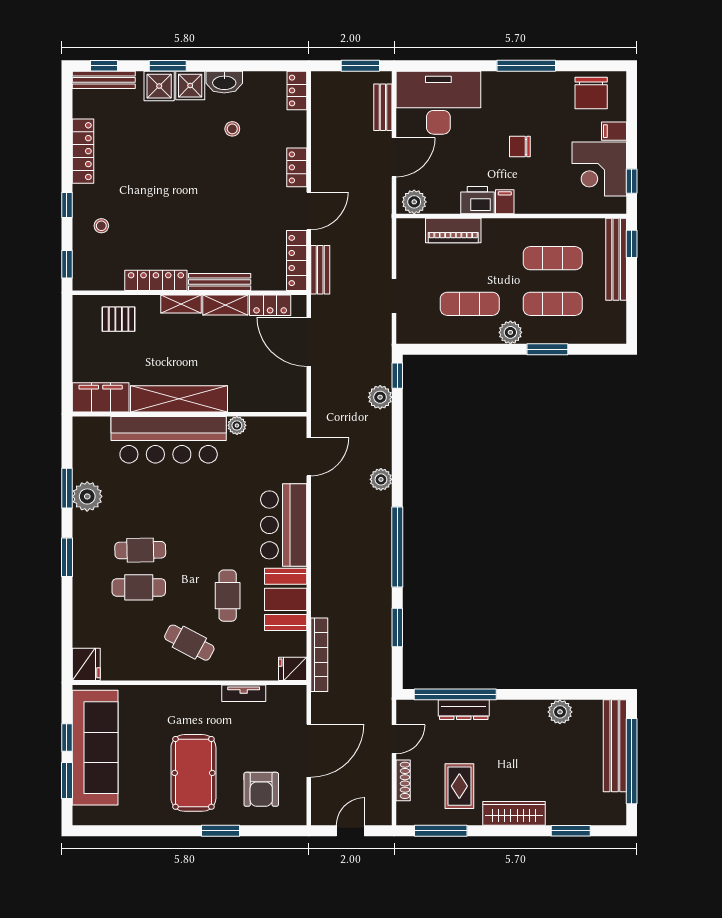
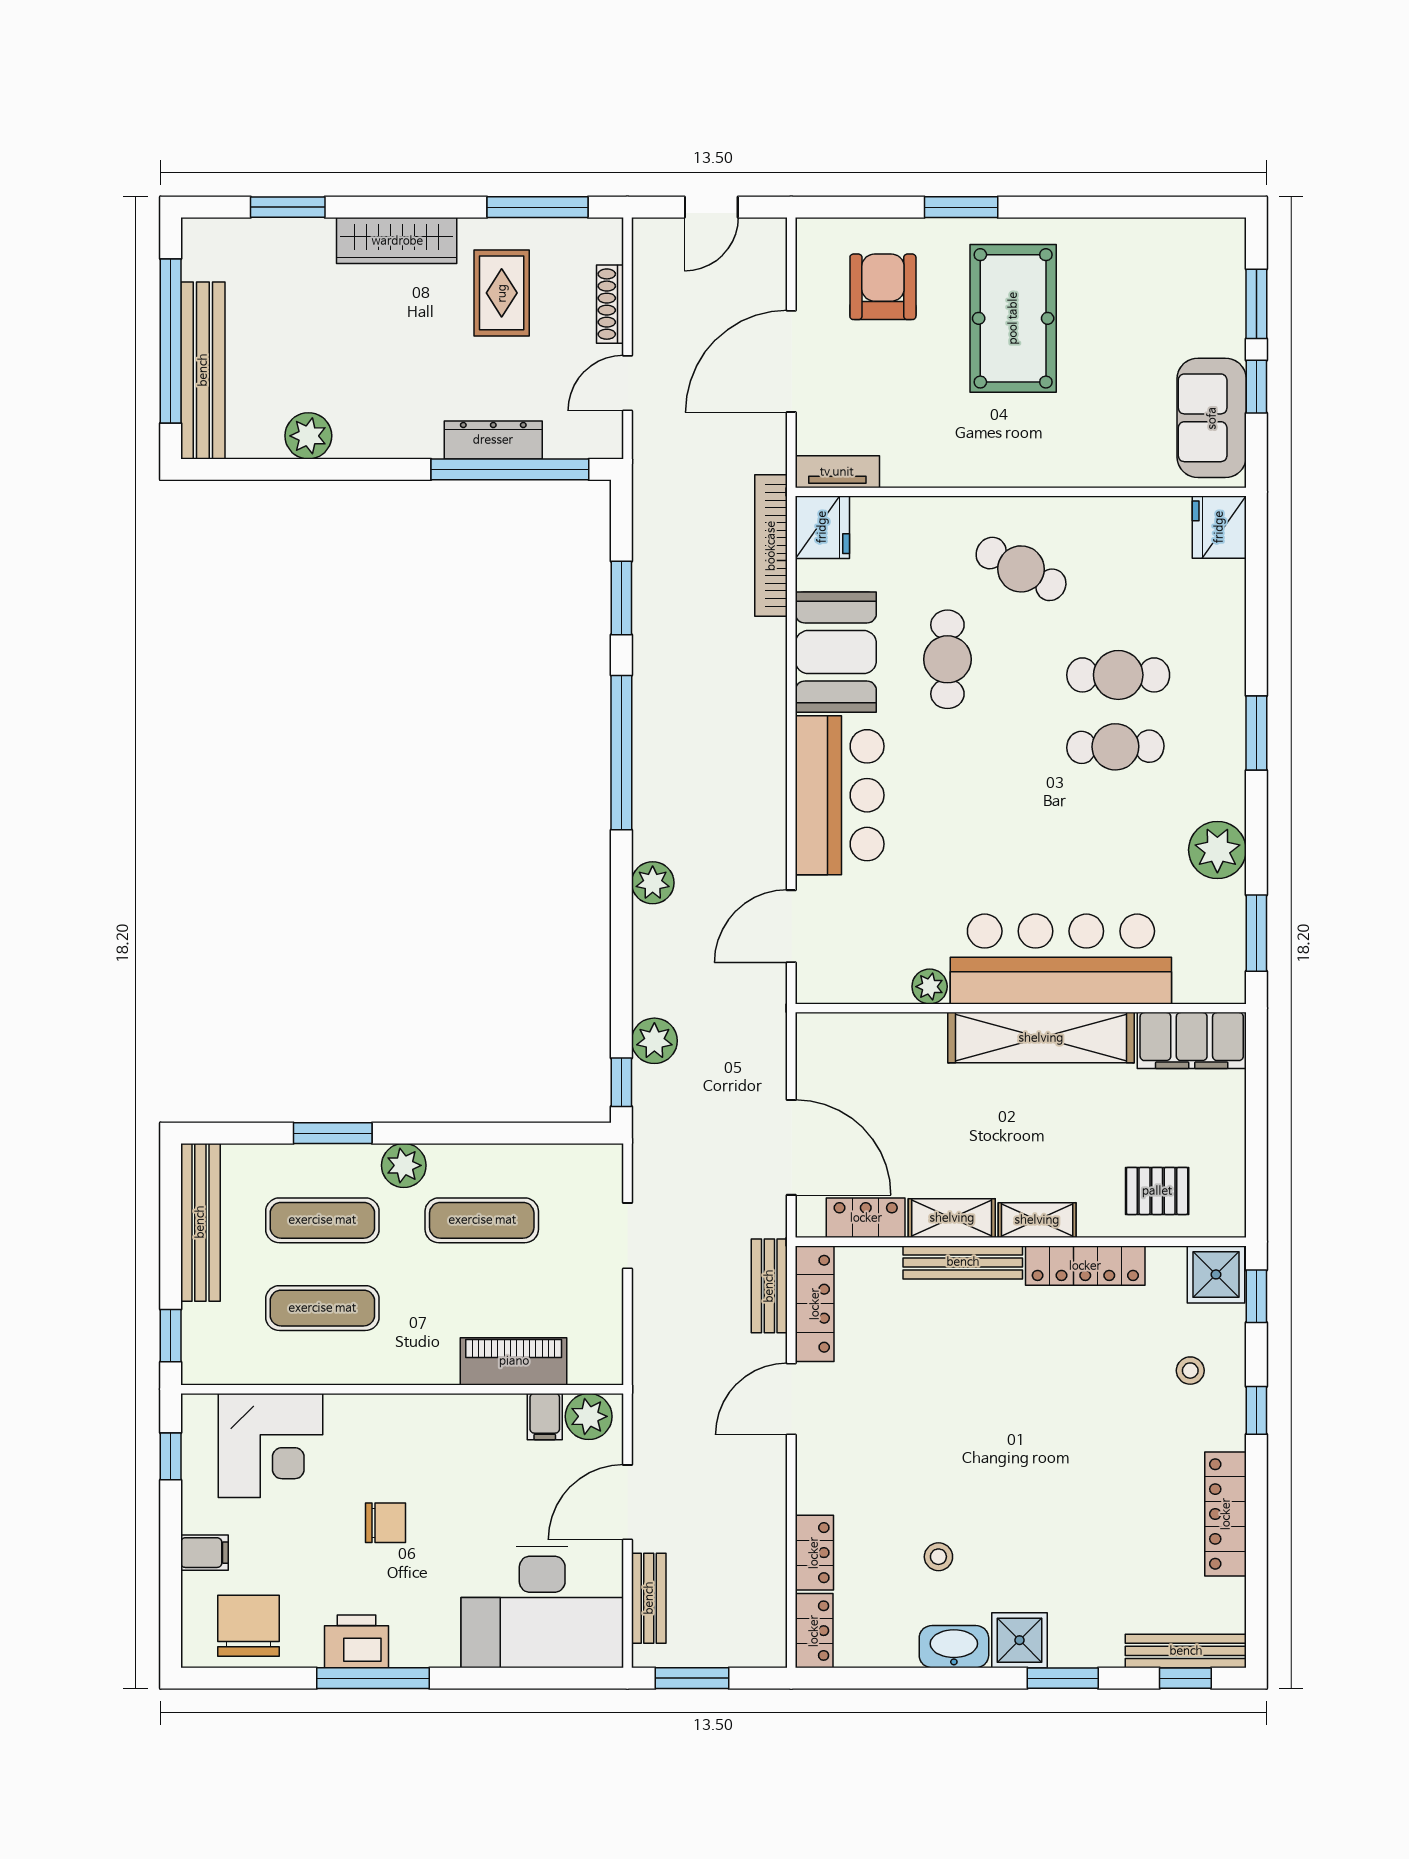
shower: (159, 86) -> (1216, 1274), moved
locker: (297, 167) -> (814, 1553), moved
corner desk: (599, 169) -> (271, 1445), moved, turned 90
printer: (477, 200) -> (357, 1641), moved, turned 180
filing cabinet: (505, 202) -> (545, 1417), moved
bench: (616, 259) -> (200, 1222), moved
window: (67, 488) -> (1256, 933), moved
fridge: (293, 669) -> (822, 527), width x1.38
tv unit: (244, 693) -> (837, 472), moved
sofa: (95, 748) -> (1212, 418), width x0.54, depth x0.79

